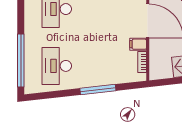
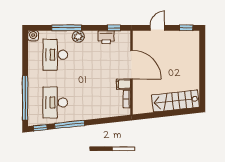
window: (98, 90) -> (70, 124), moved
window: (39, 96) -> (40, 128), added

